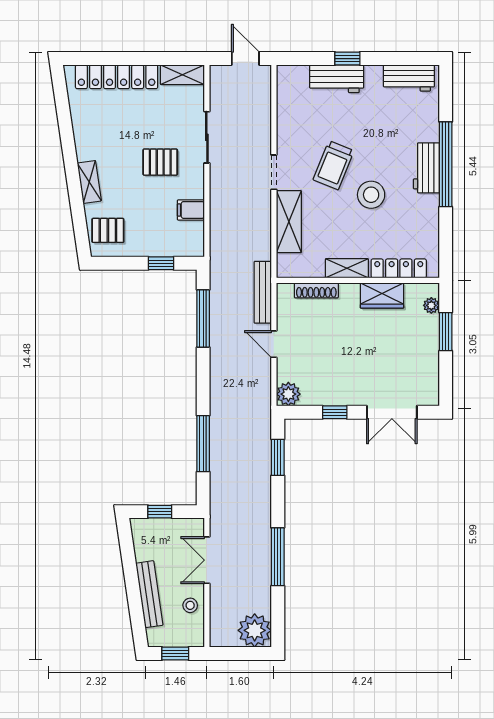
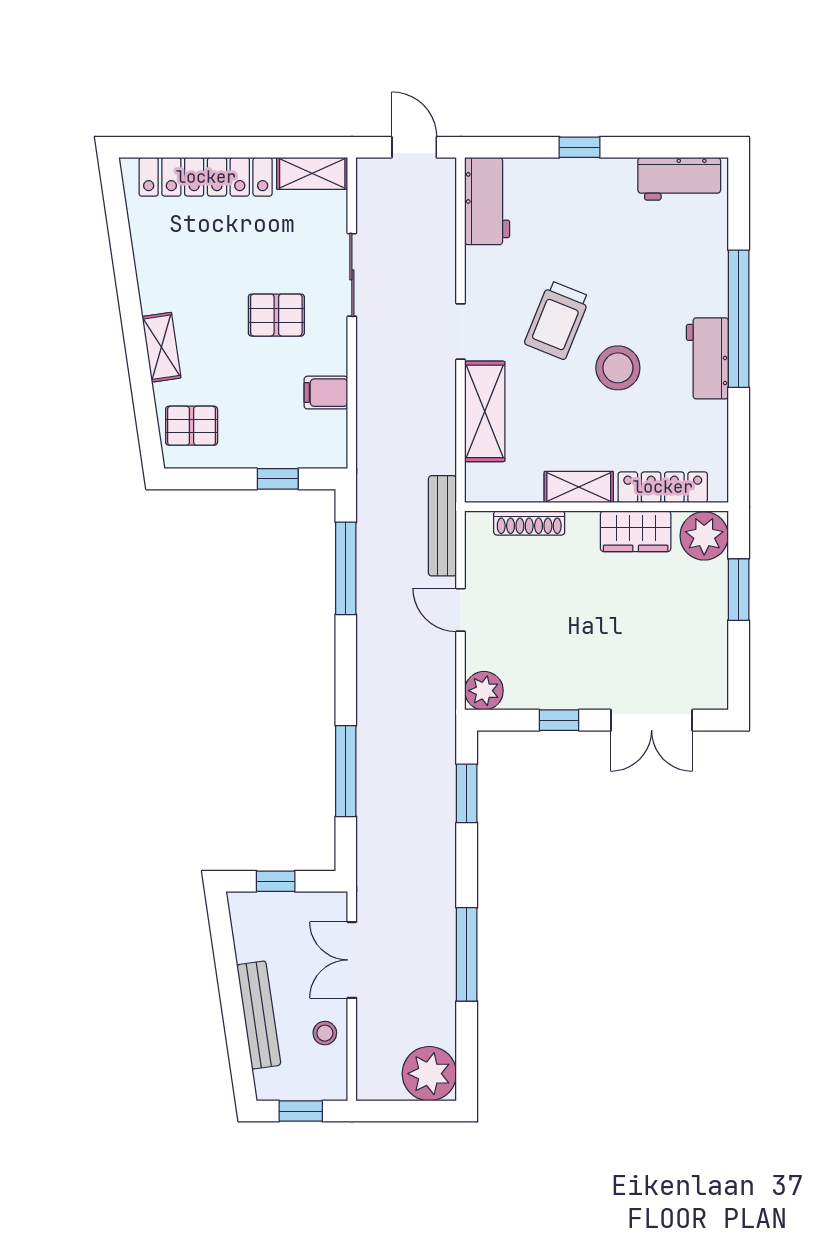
workbench: (337, 79) -> (487, 201), moved, turned -90
workbench: (426, 168) -> (707, 358), moved
plant: (431, 305) -> (704, 536), width x1.87, depth x1.87

